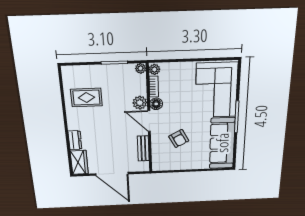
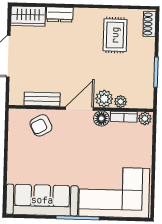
plant: (141, 68) -> (121, 102), moved
shoe rack: (74, 70) -> (149, 24), added
armchair: (179, 139) -> (41, 125), moved

